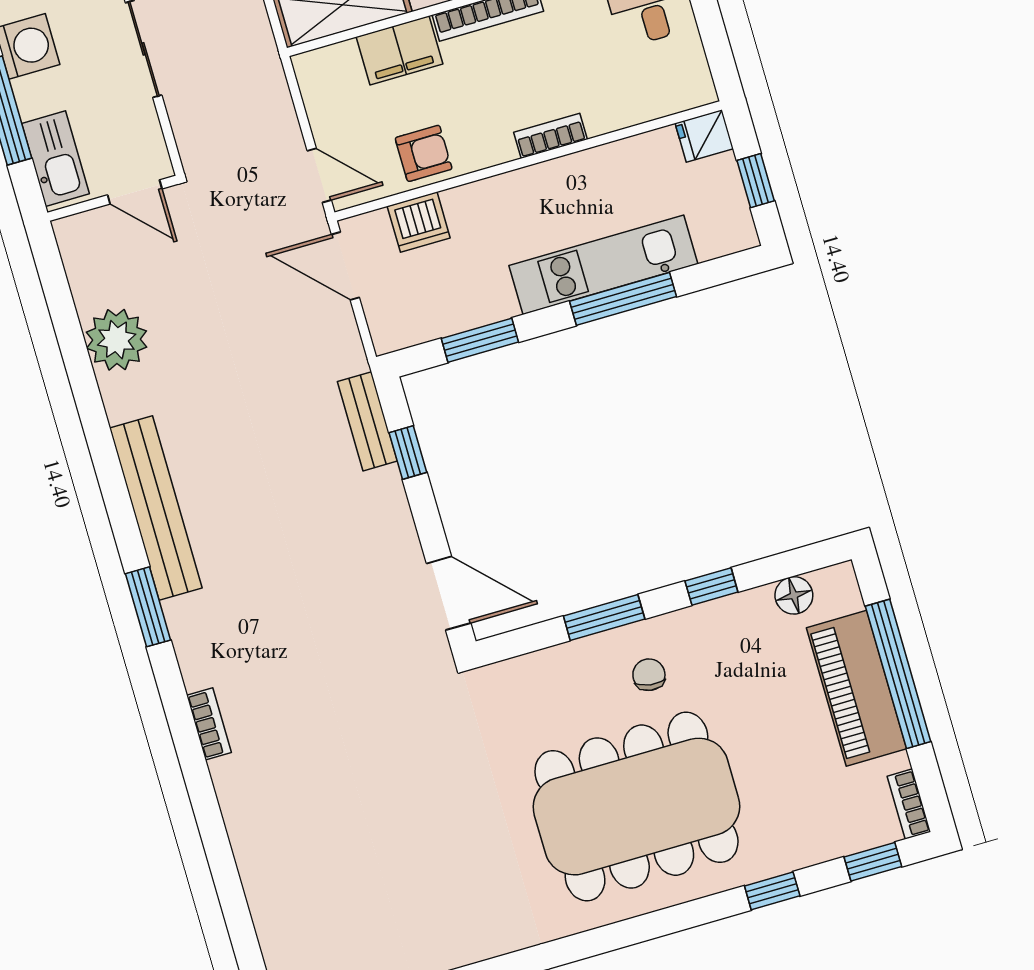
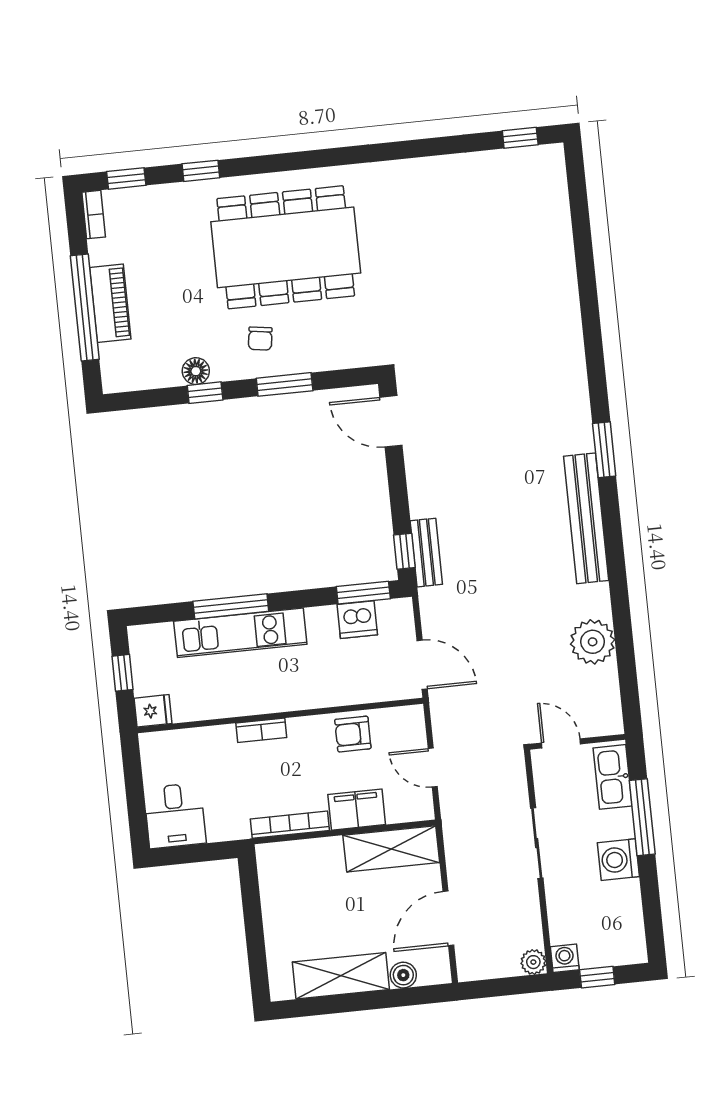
door: (319, 175) -> (433, 768), moved
dishwasher: (419, 222) -> (357, 620), moved, turned 180
window: (480, 340) -> (363, 593), moved
window: (408, 453) -> (404, 551), moved
floor lamp: (794, 595) -> (196, 371), moved
piano: (857, 688) -> (110, 303), width x0.73, depth x0.75
bookcase: (209, 724) -> (576, 360), removed

